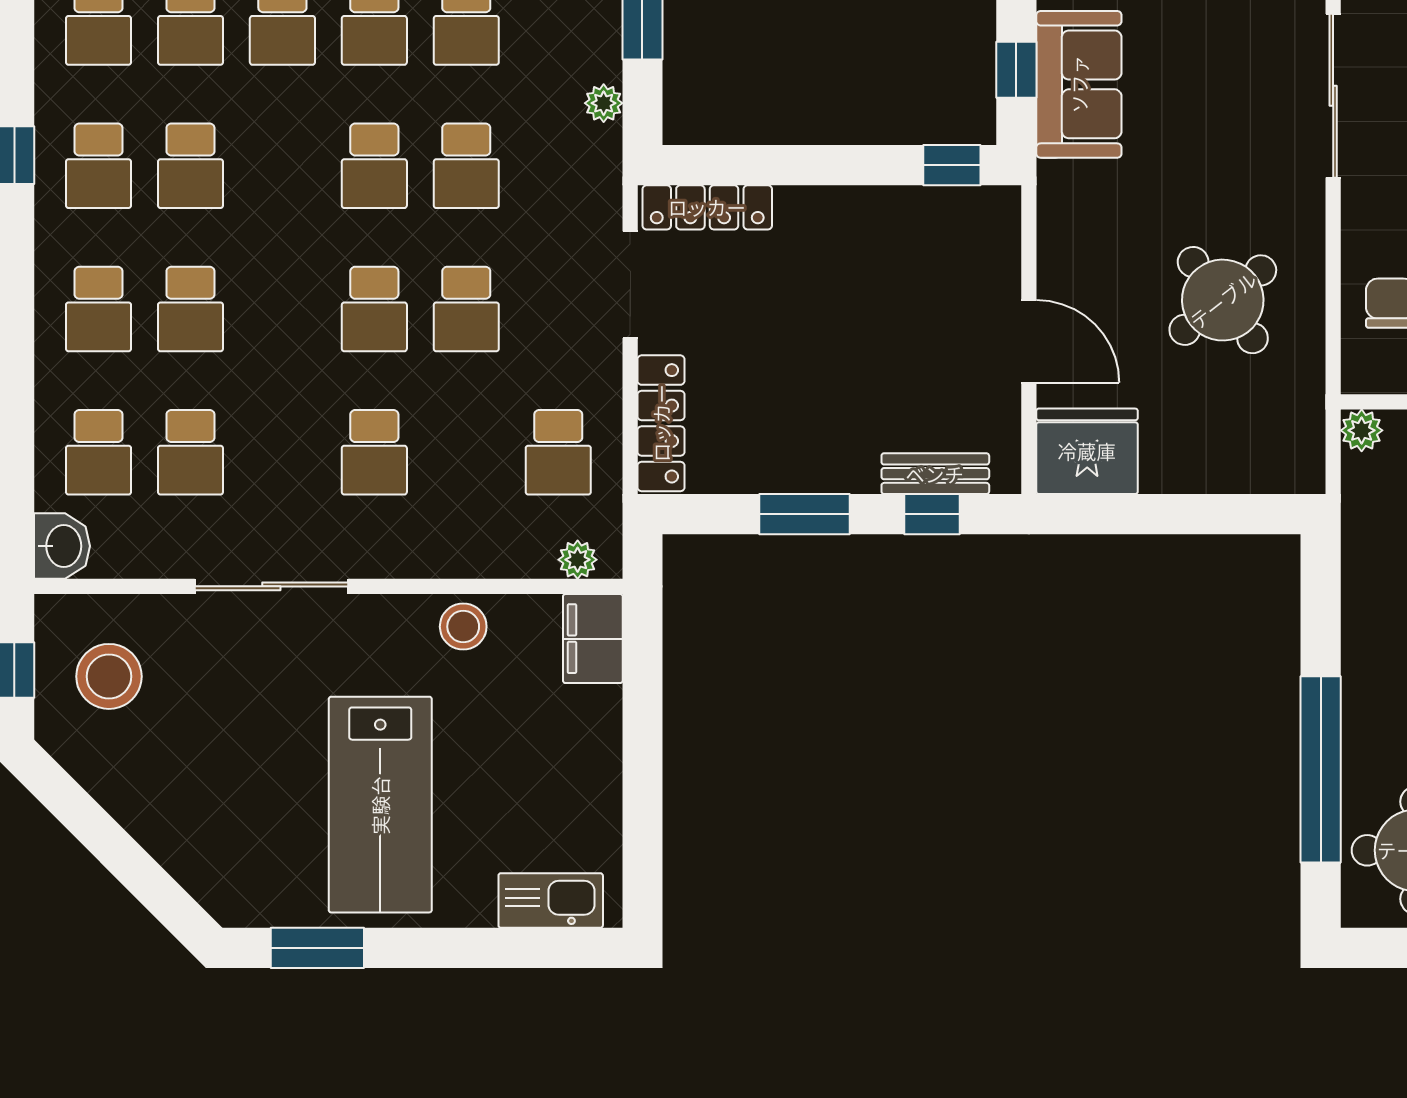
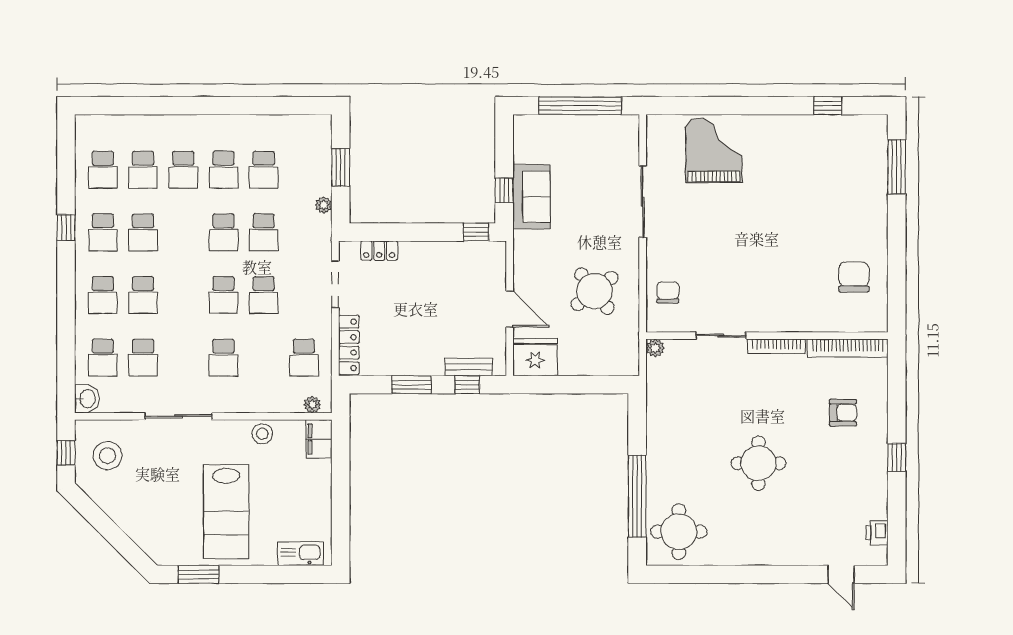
locker: (707, 207) -> (379, 251), width x0.66

